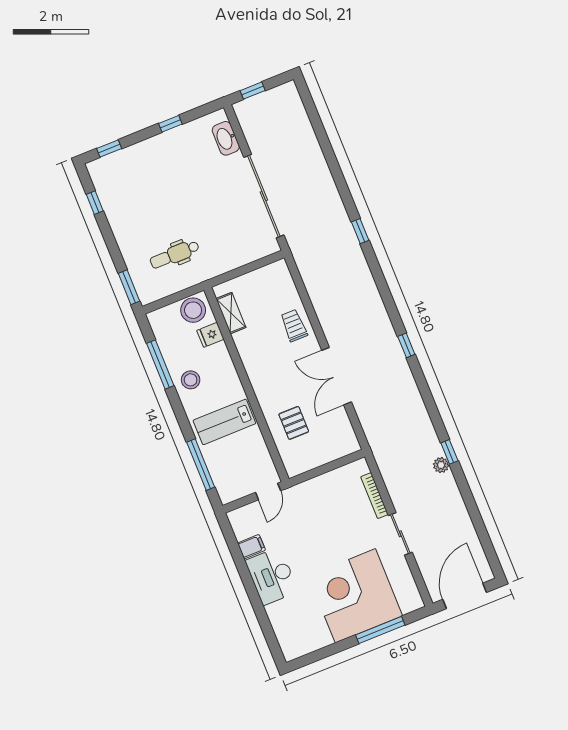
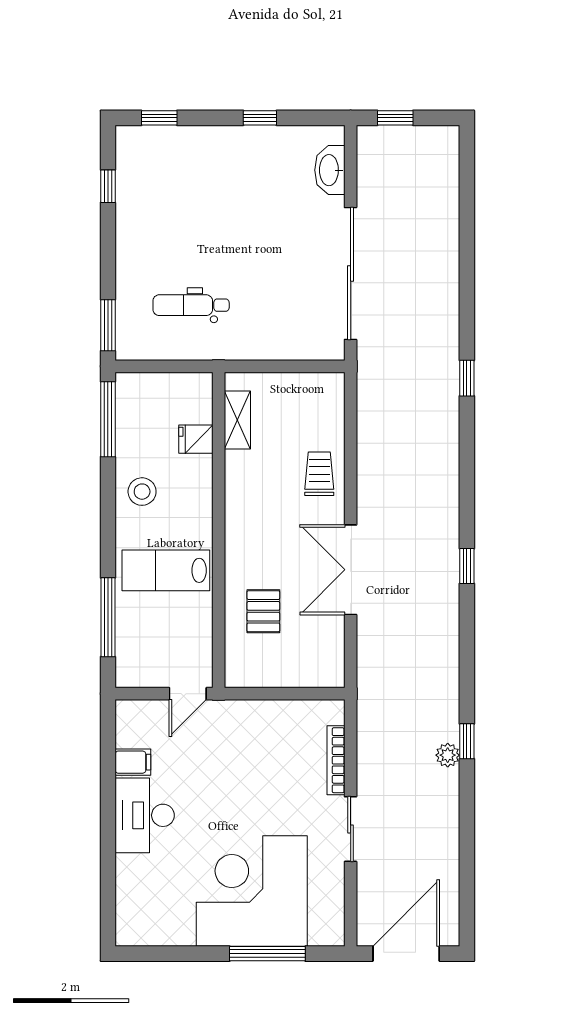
stool: (193, 310) -> (185, 394), removed
window: (160, 364) -> (108, 419), moved

